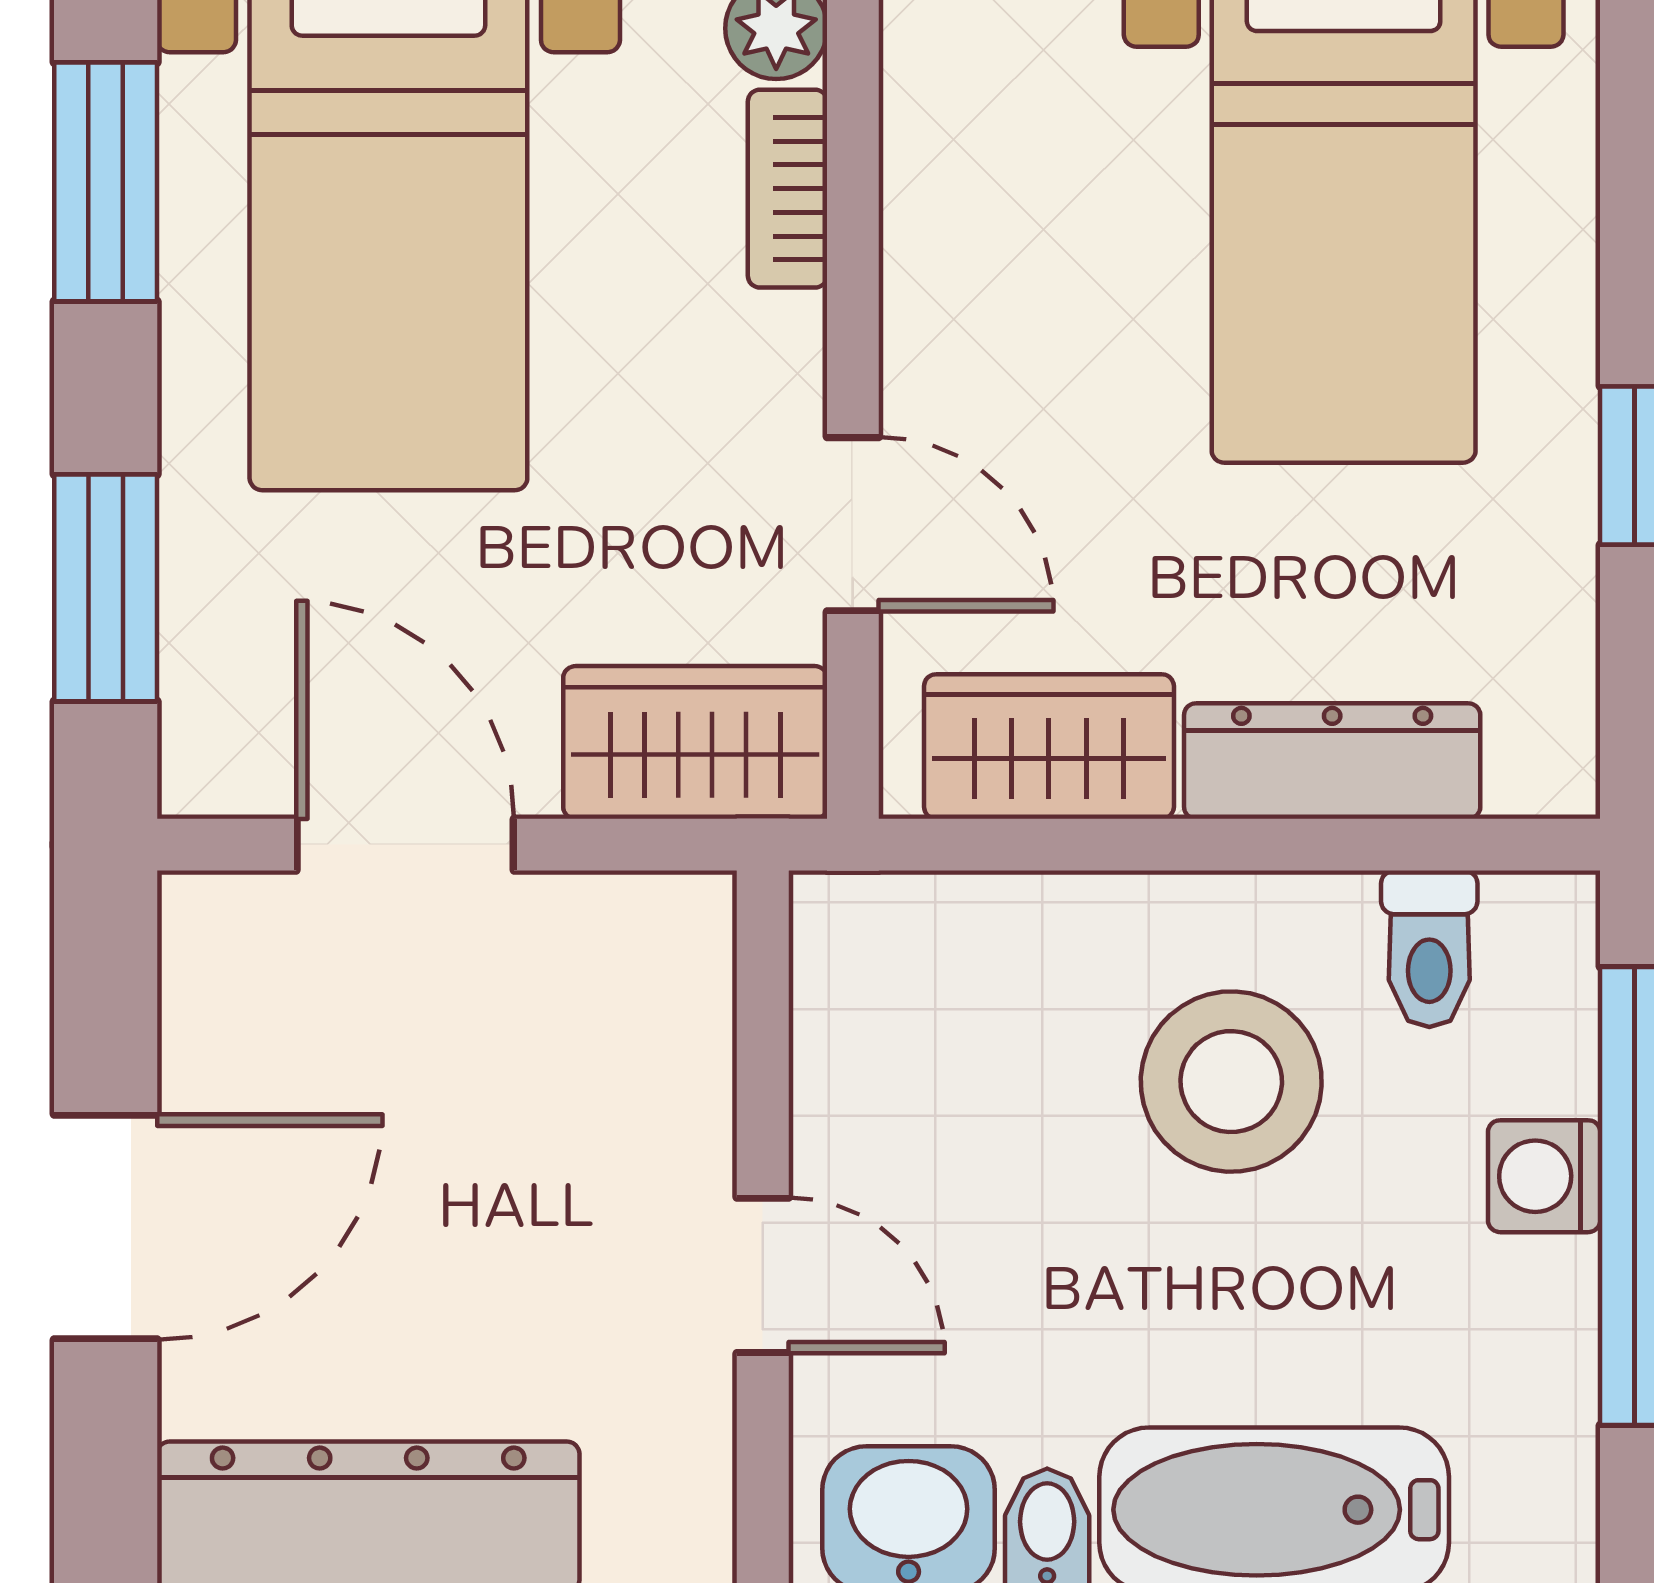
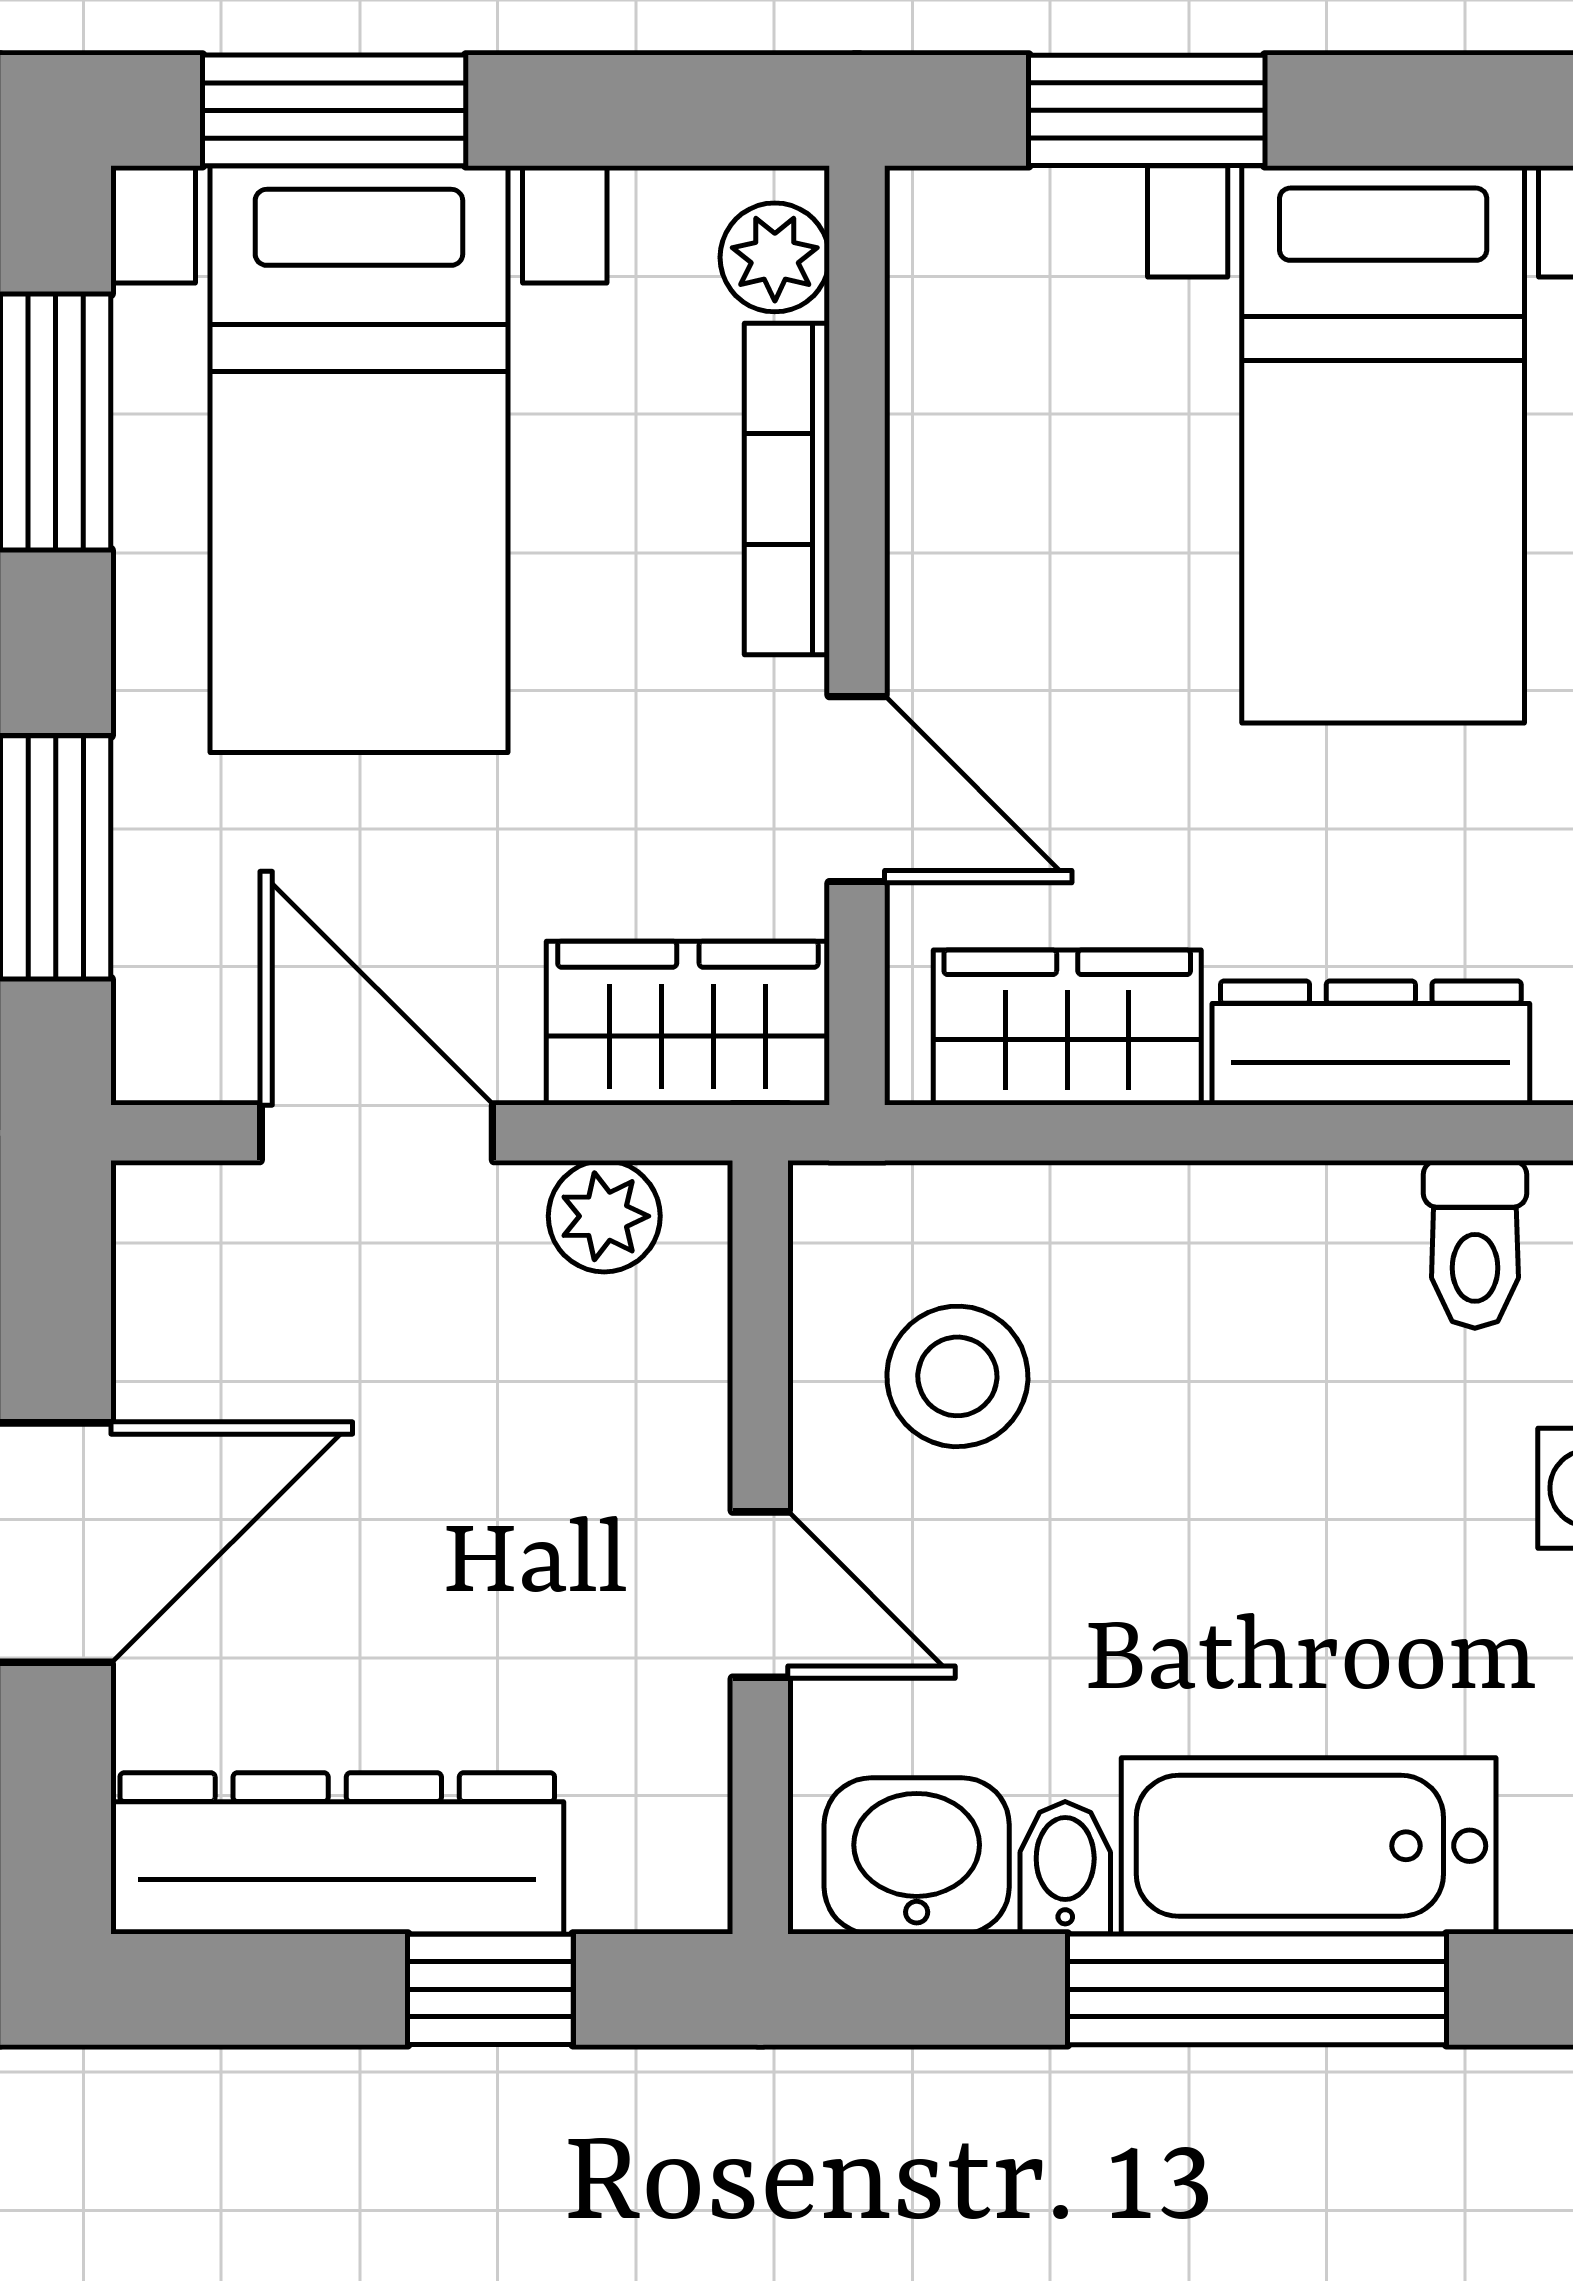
bookcase: (788, 189) -> (787, 489), width x1.56
plant: (617, 923) -> (604, 1216), added
stool: (1231, 1082) -> (957, 1376), moved, width x0.73, depth x0.73

